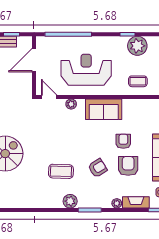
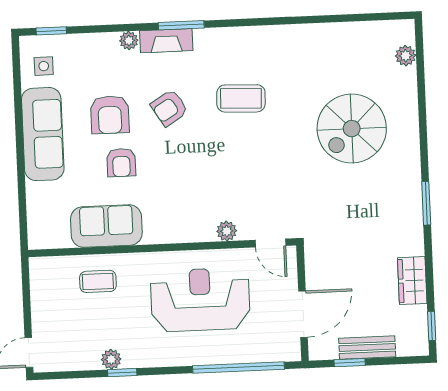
plant: (137, 46) -> (111, 359), width x0.53, depth x0.53
reception desk: (86, 70) -> (200, 300), turned 180
sofa: (104, 109) -> (106, 226), moved
plant: (70, 201) -> (220, 41), removed
fireplace: (136, 202) -> (166, 41), moved

